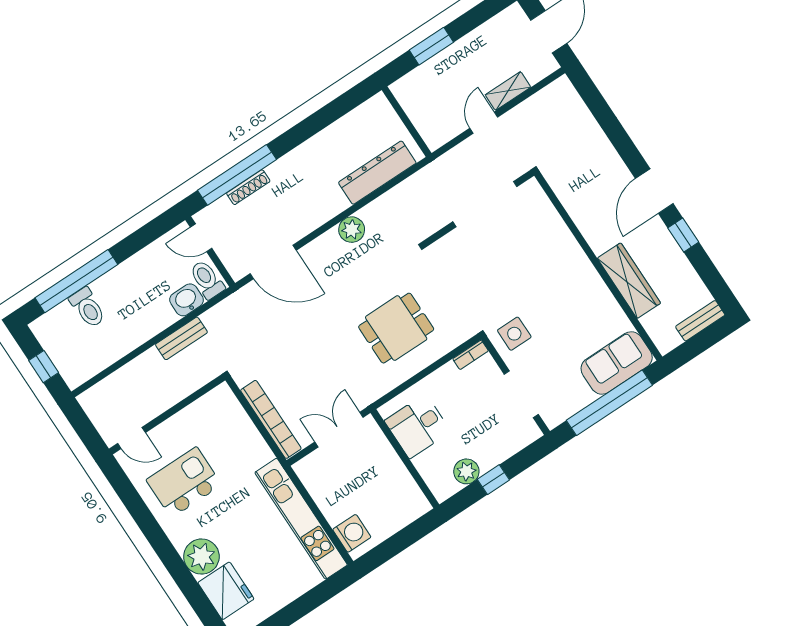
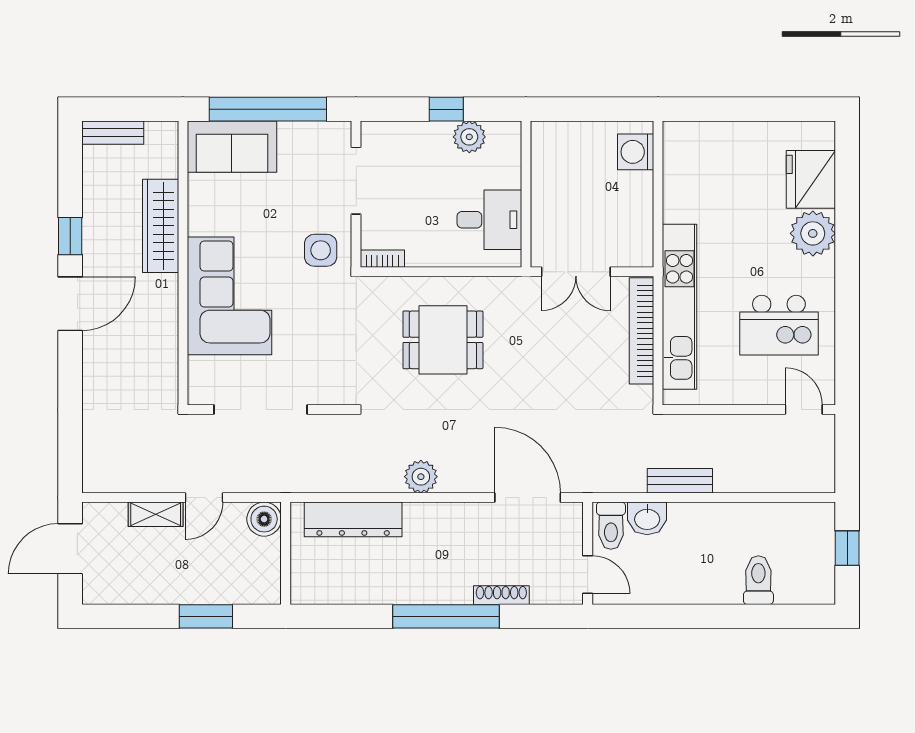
boiler: (435, 134) -> (264, 519), added
window: (237, 175) -> (446, 616), moved
corner sofa: (554, 265) -> (230, 296), added
window: (76, 281) -> (752, 616), removed
kitchen unit: (301, 519) -> (679, 307), moved

